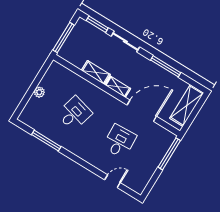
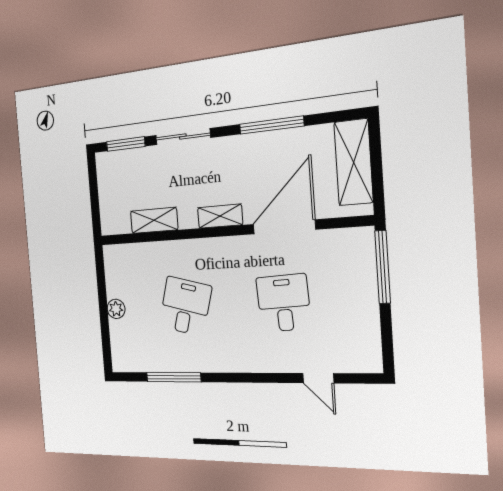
window: (64, 38) -> (95, 202), removed
shelving: (96, 72) -> (154, 220), moved
door: (112, 181) -> (318, 378), swing flipped

